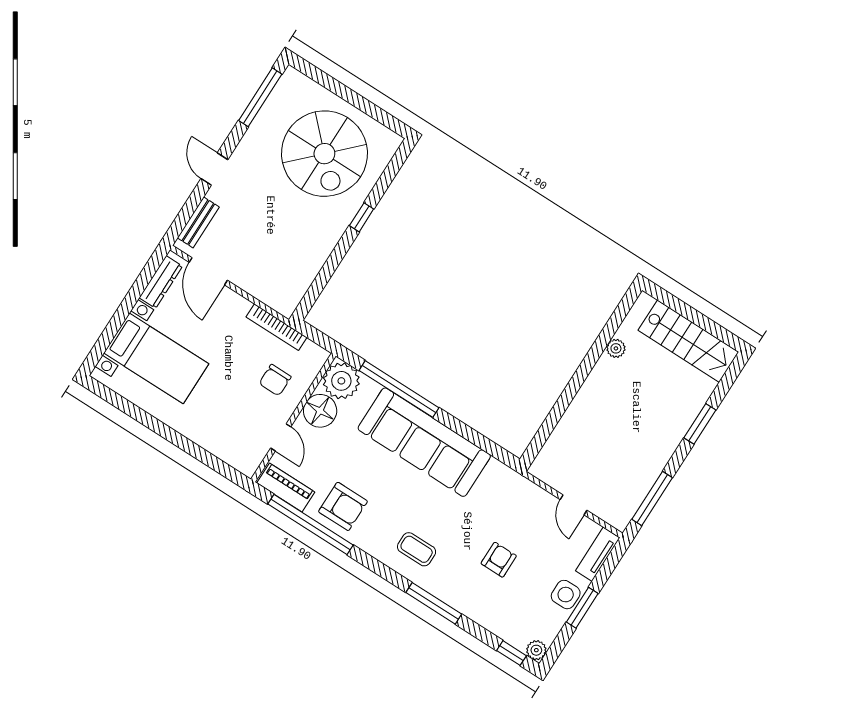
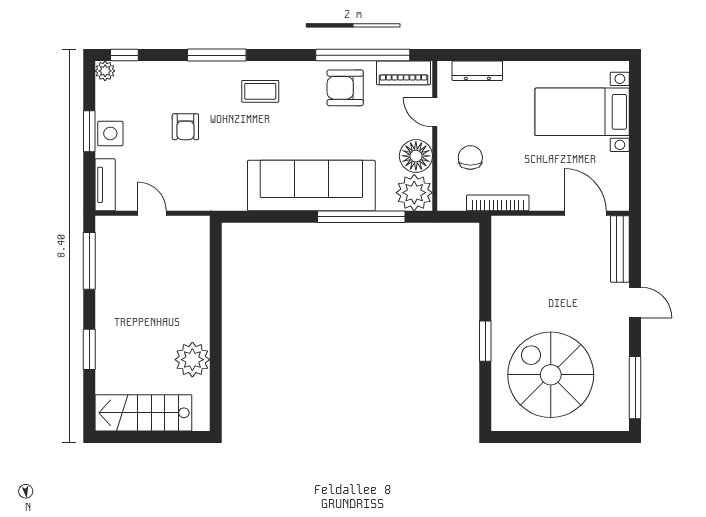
window: (362, 217) -> (485, 341), width x1.50
bench: (198, 222) -> (620, 249), width x1.36
dresser: (161, 282) -> (477, 71), moved, turned -90
plant: (616, 348) -> (192, 360), width x1.87, depth x1.87

